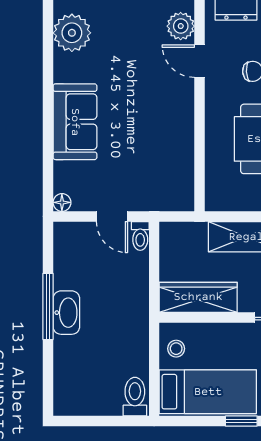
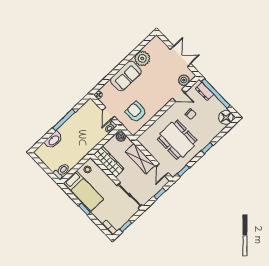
plant: (72, 33) -> (142, 58), moved
door: (200, 61) -> (179, 96), swing flipped
armchair: (156, 165) -> (136, 112), added
boiler: (174, 233) -> (121, 137), added
washbasin: (66, 313) -> (54, 140), moved

